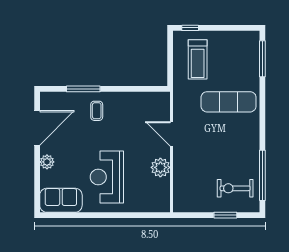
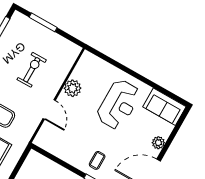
exercise bike: (235, 188) -> (32, 70), moved, turned -90
window: (225, 215) -> (43, 22), width x1.44

